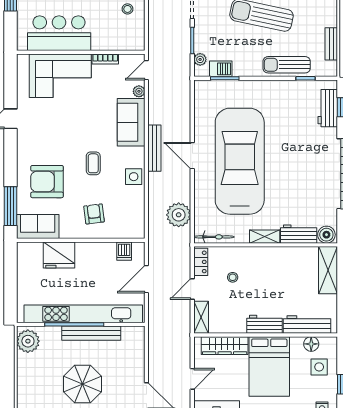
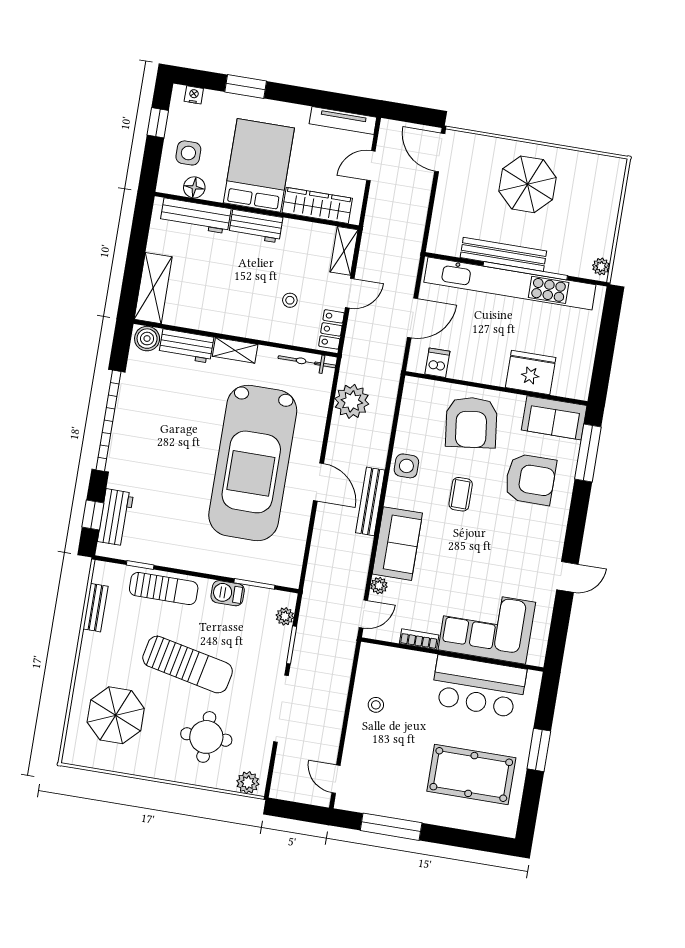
barbecue: (221, 69) -> (228, 593), moved
armchair: (94, 214) -> (471, 422), width x1.88, depth x1.88
plant: (28, 341) -> (601, 267), width x0.53, depth x0.53

